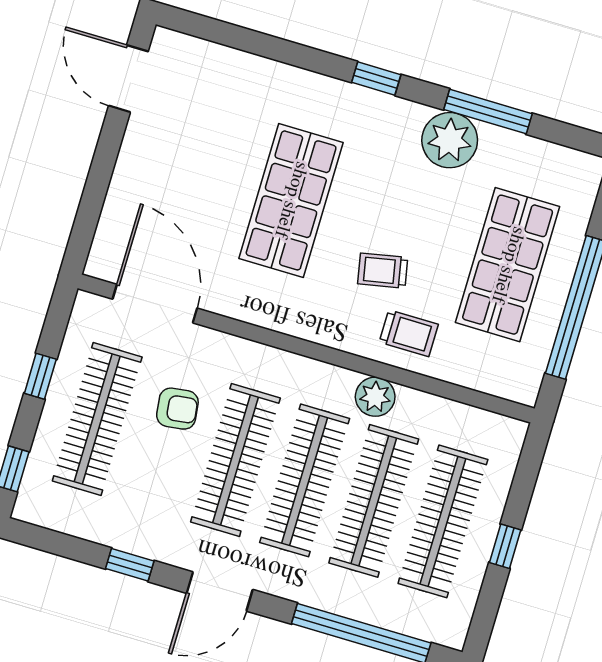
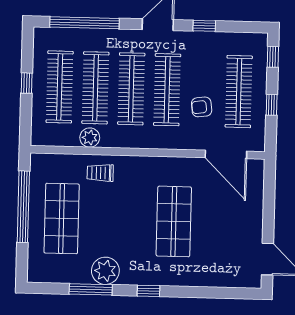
trolley: (383, 271) -> (121, 200), removed
plant: (375, 397) -> (90, 138), moved

